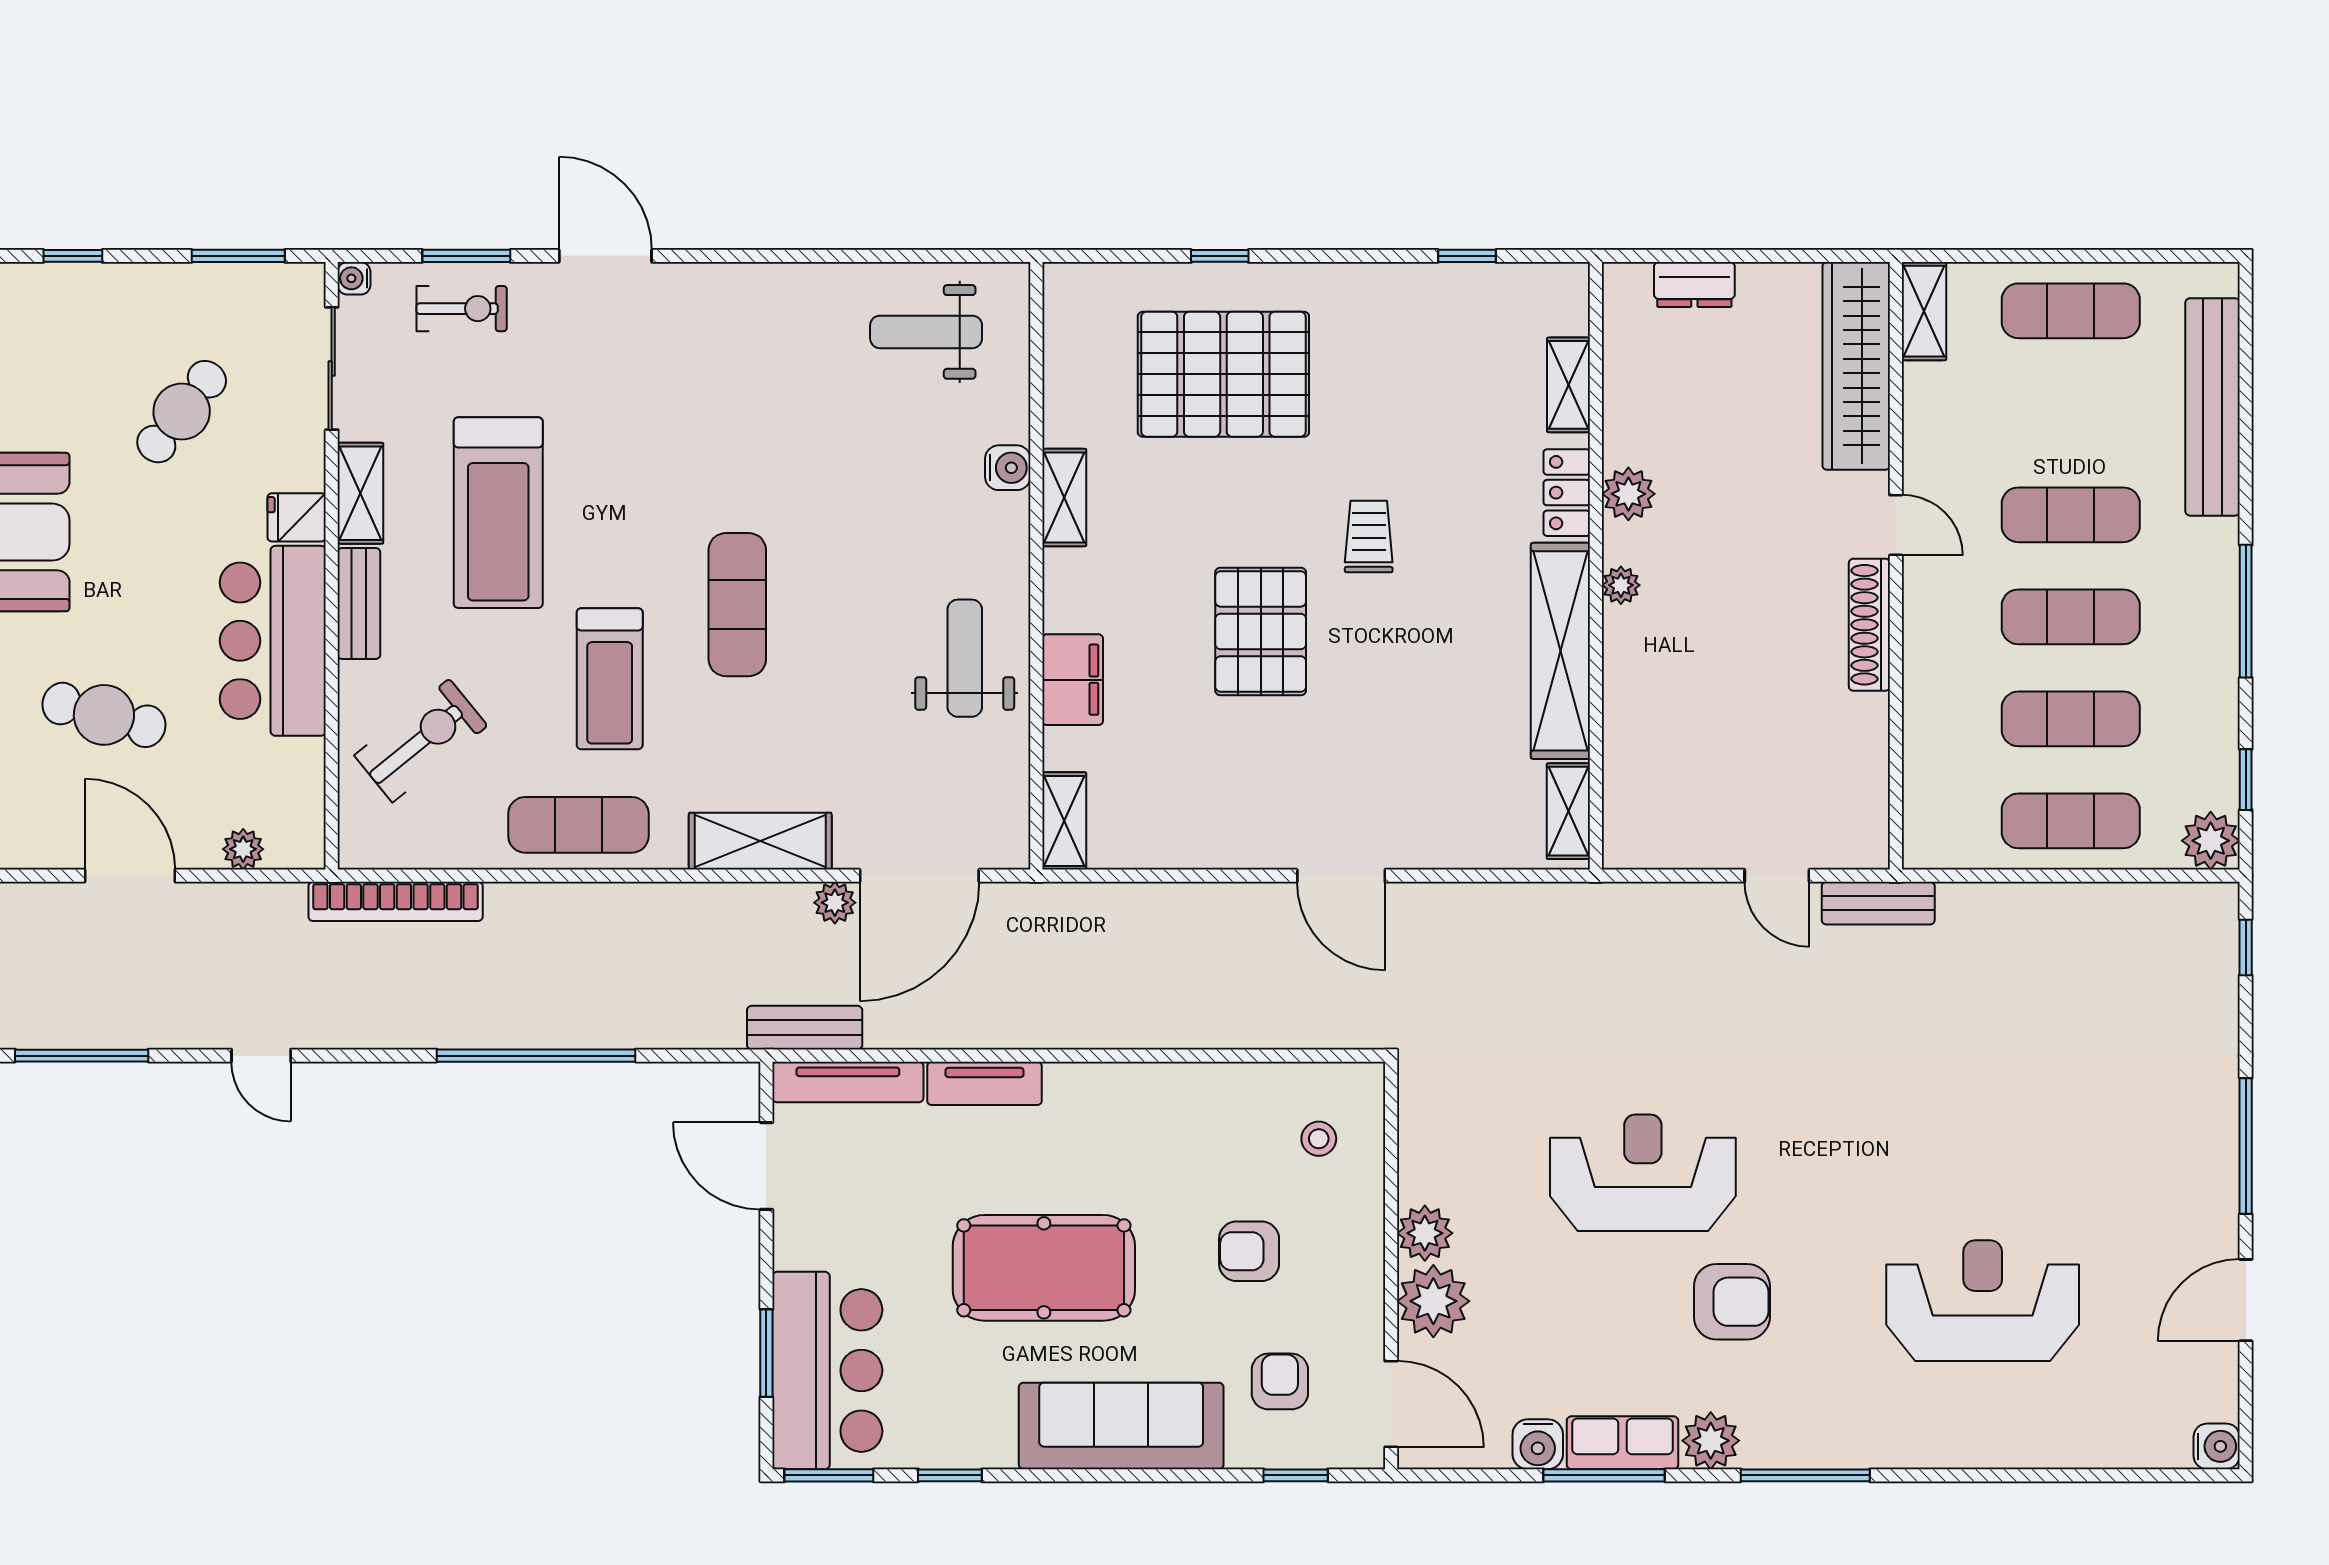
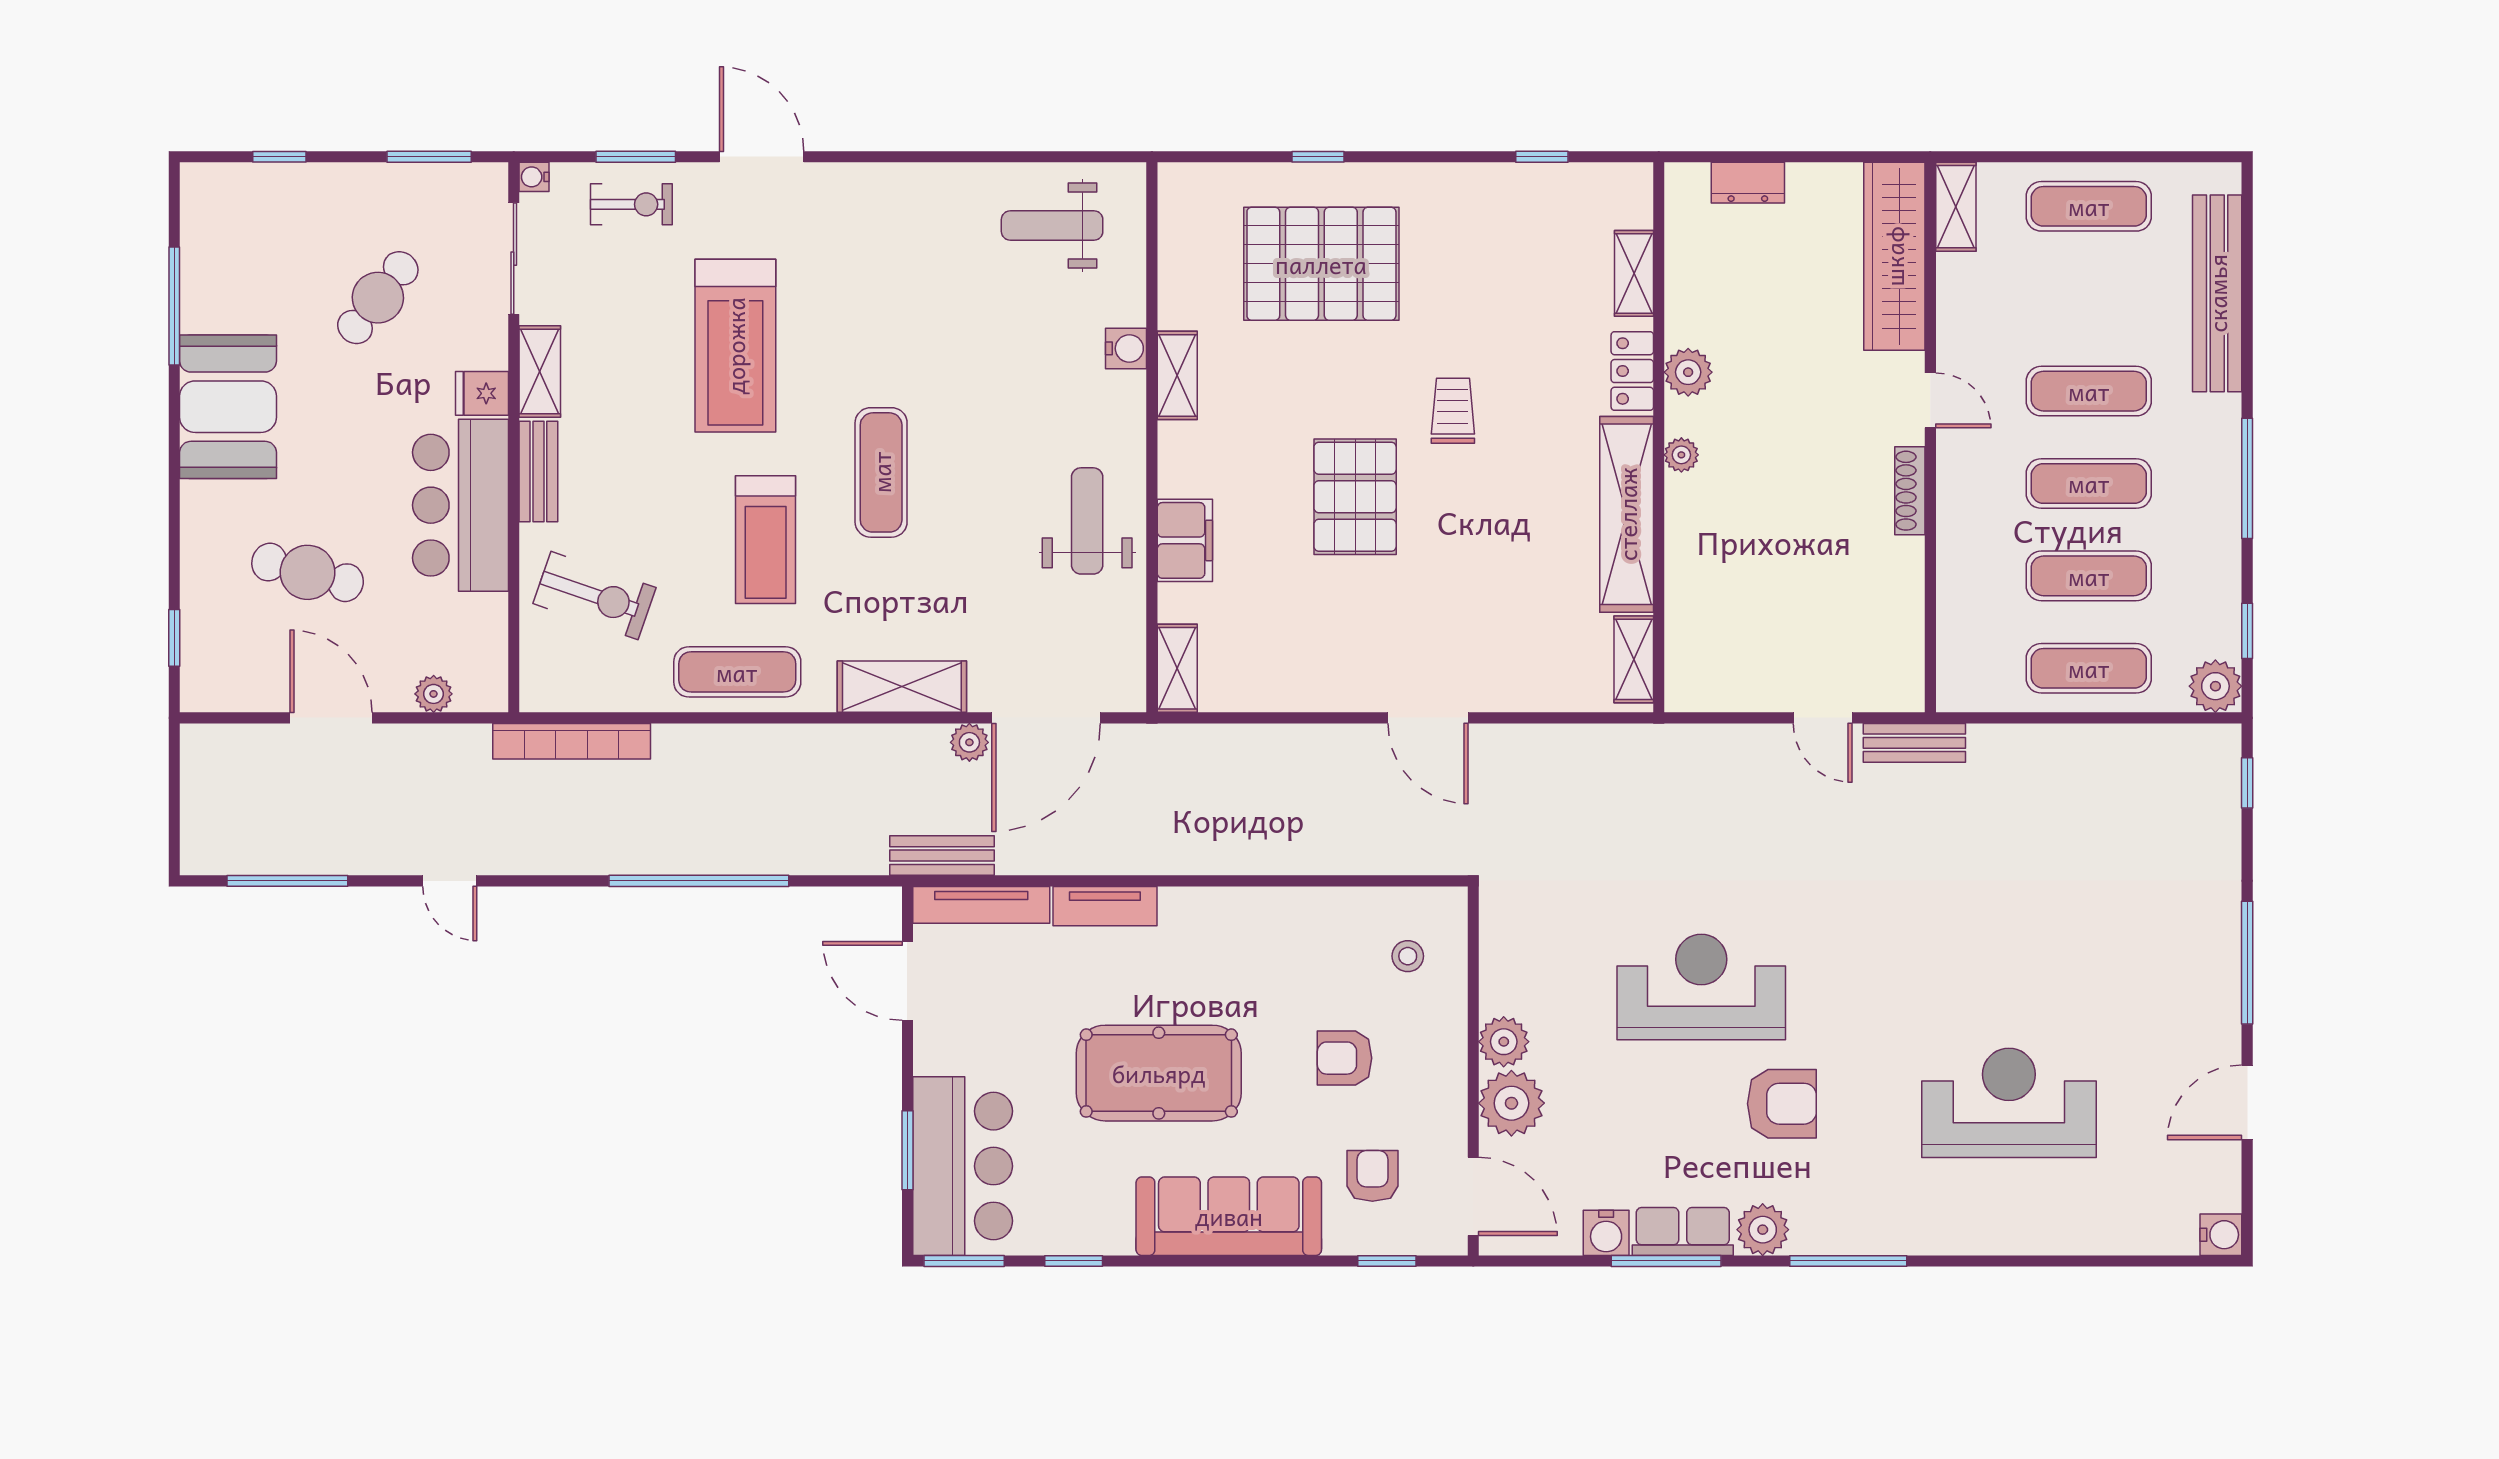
treadmill: (498, 513) -> (735, 346), moved
shoe rack: (1869, 625) -> (1910, 491), width x0.74, depth x0.81
exercise bike: (421, 741) -> (595, 596), turned 58

